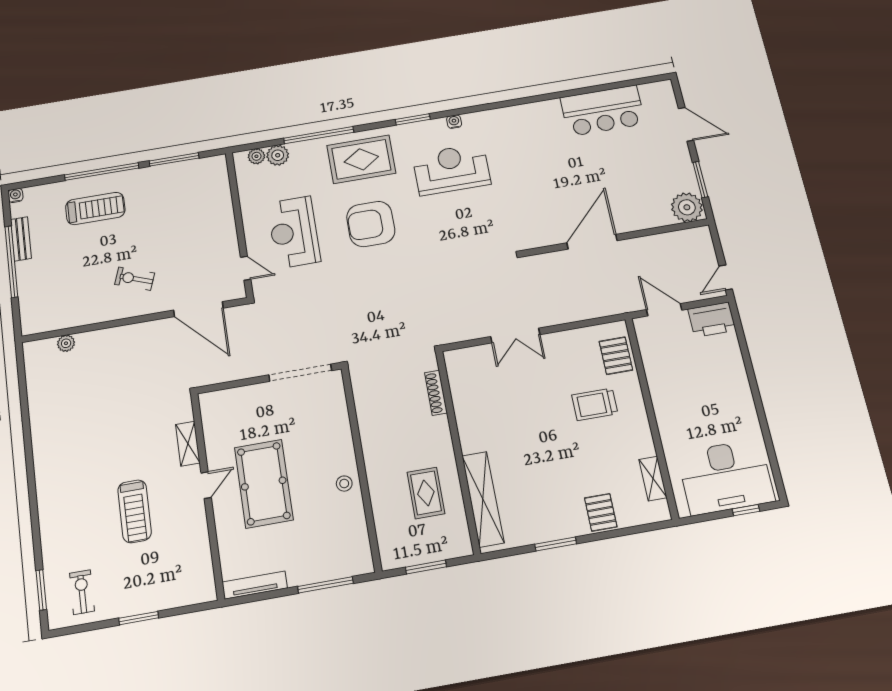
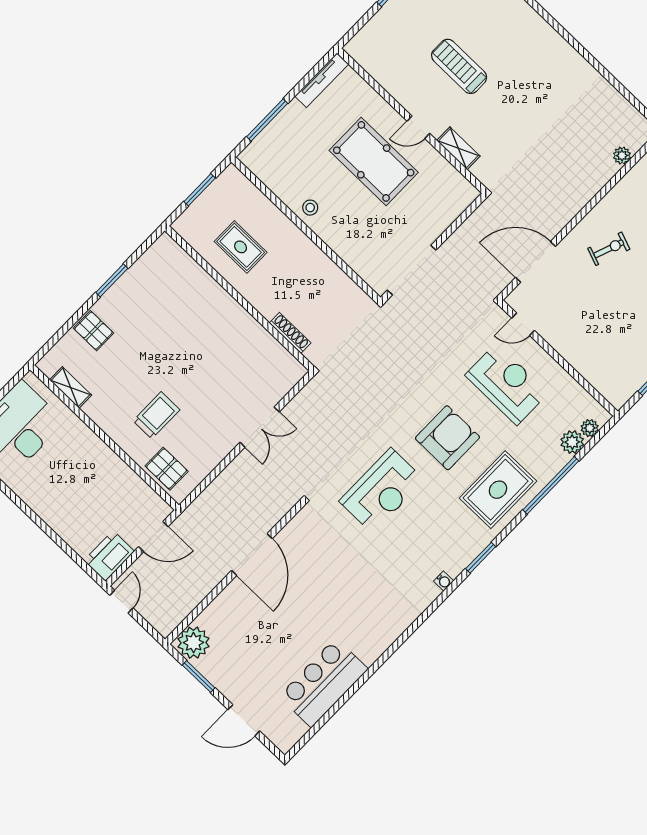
reception desk: (451, 169) -> (382, 491), moved
double door: (515, 336) -> (260, 427), swing flipped
door: (206, 485) -> (418, 127), hinge flipped
shelving: (483, 499) -> (192, 274), removed

